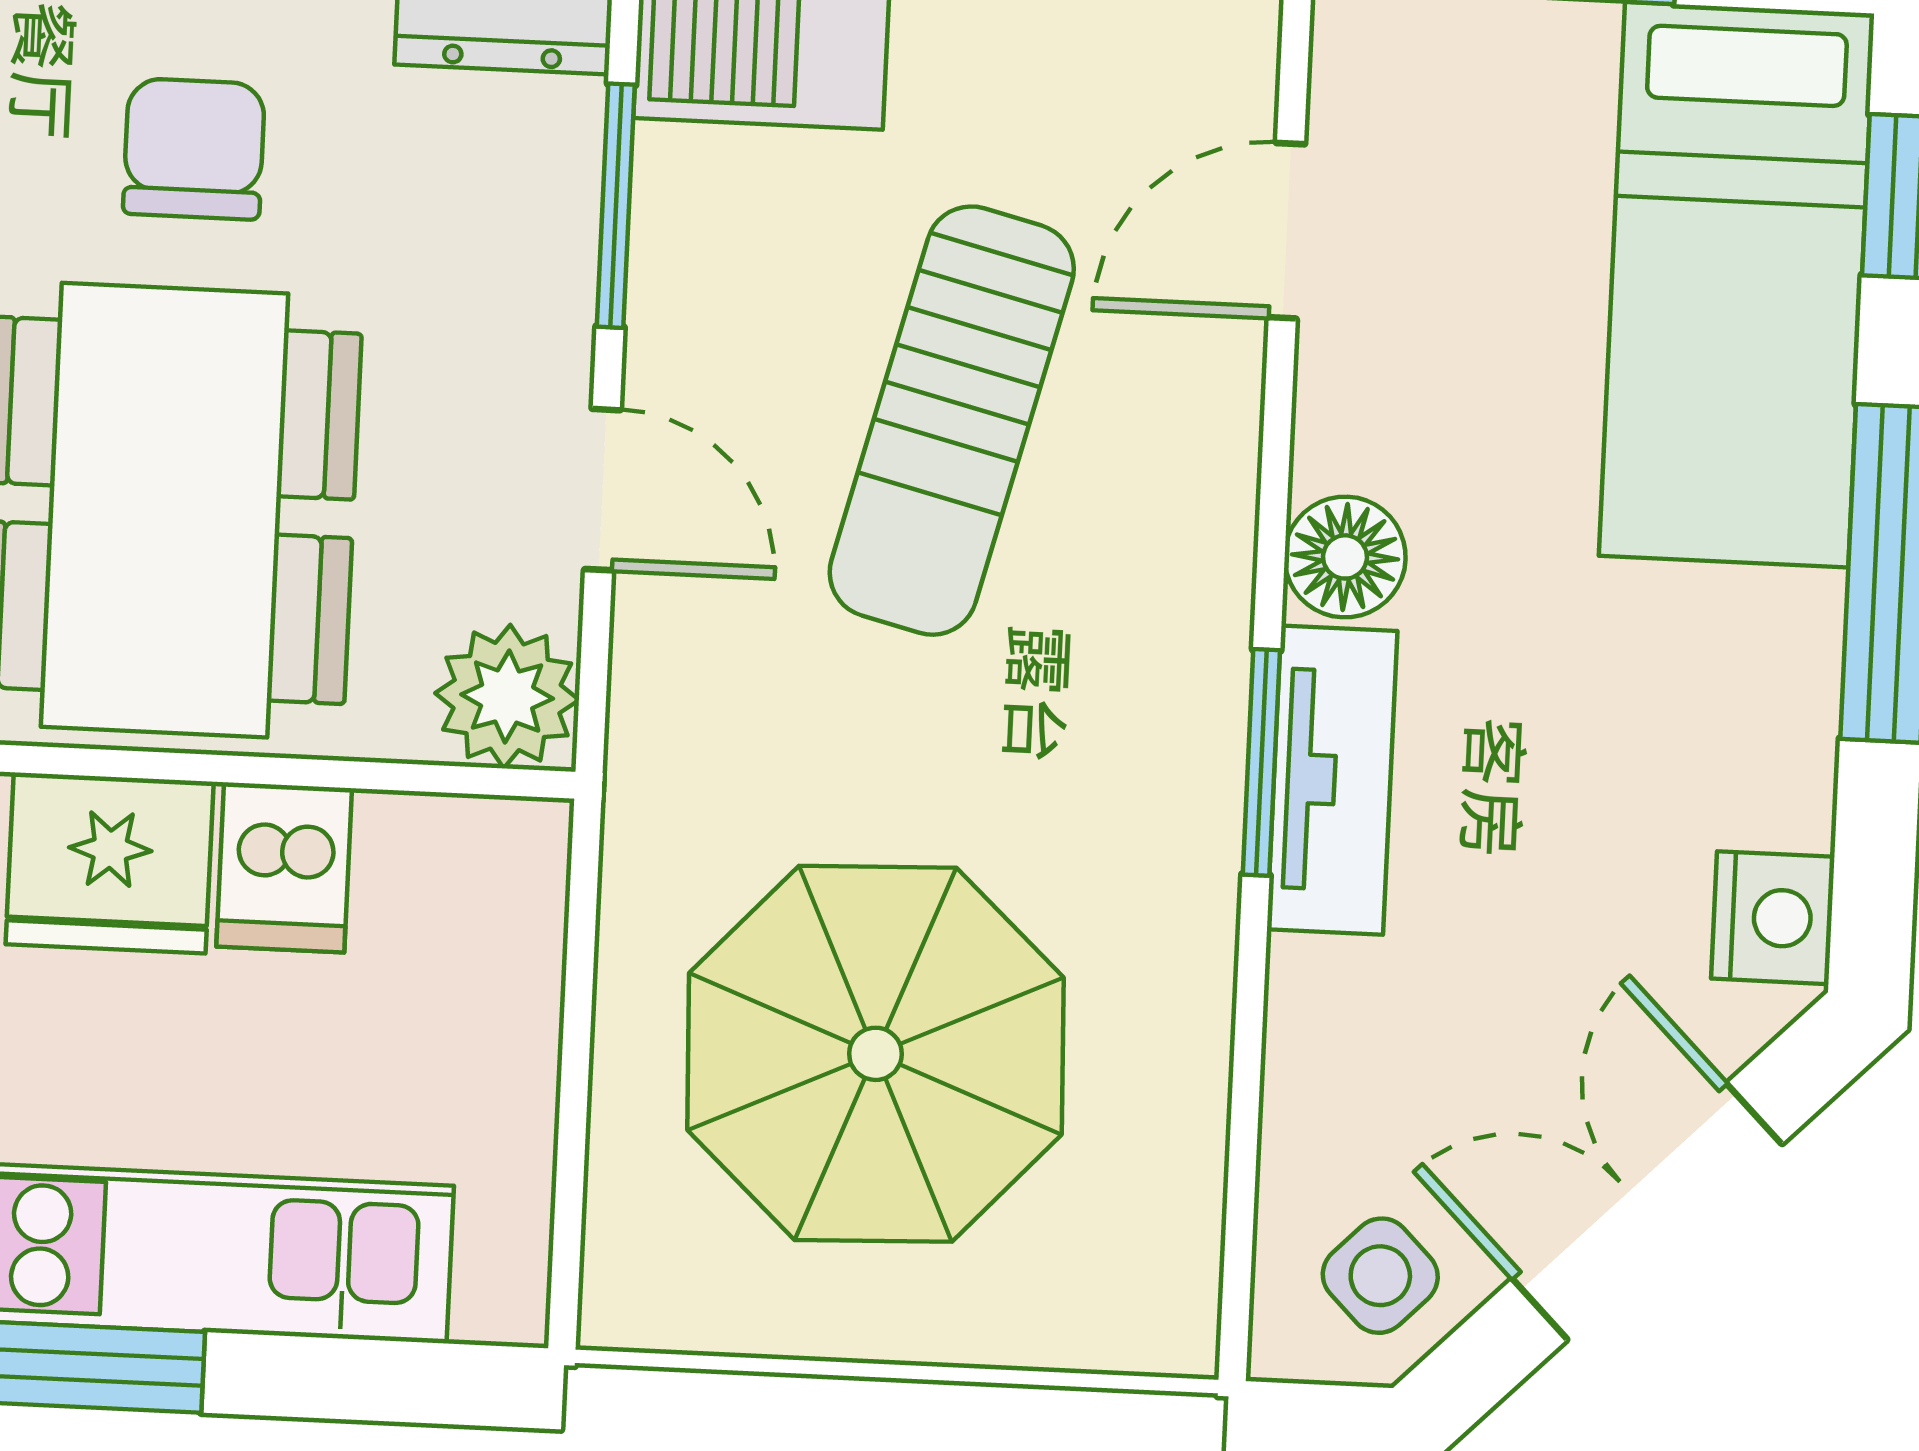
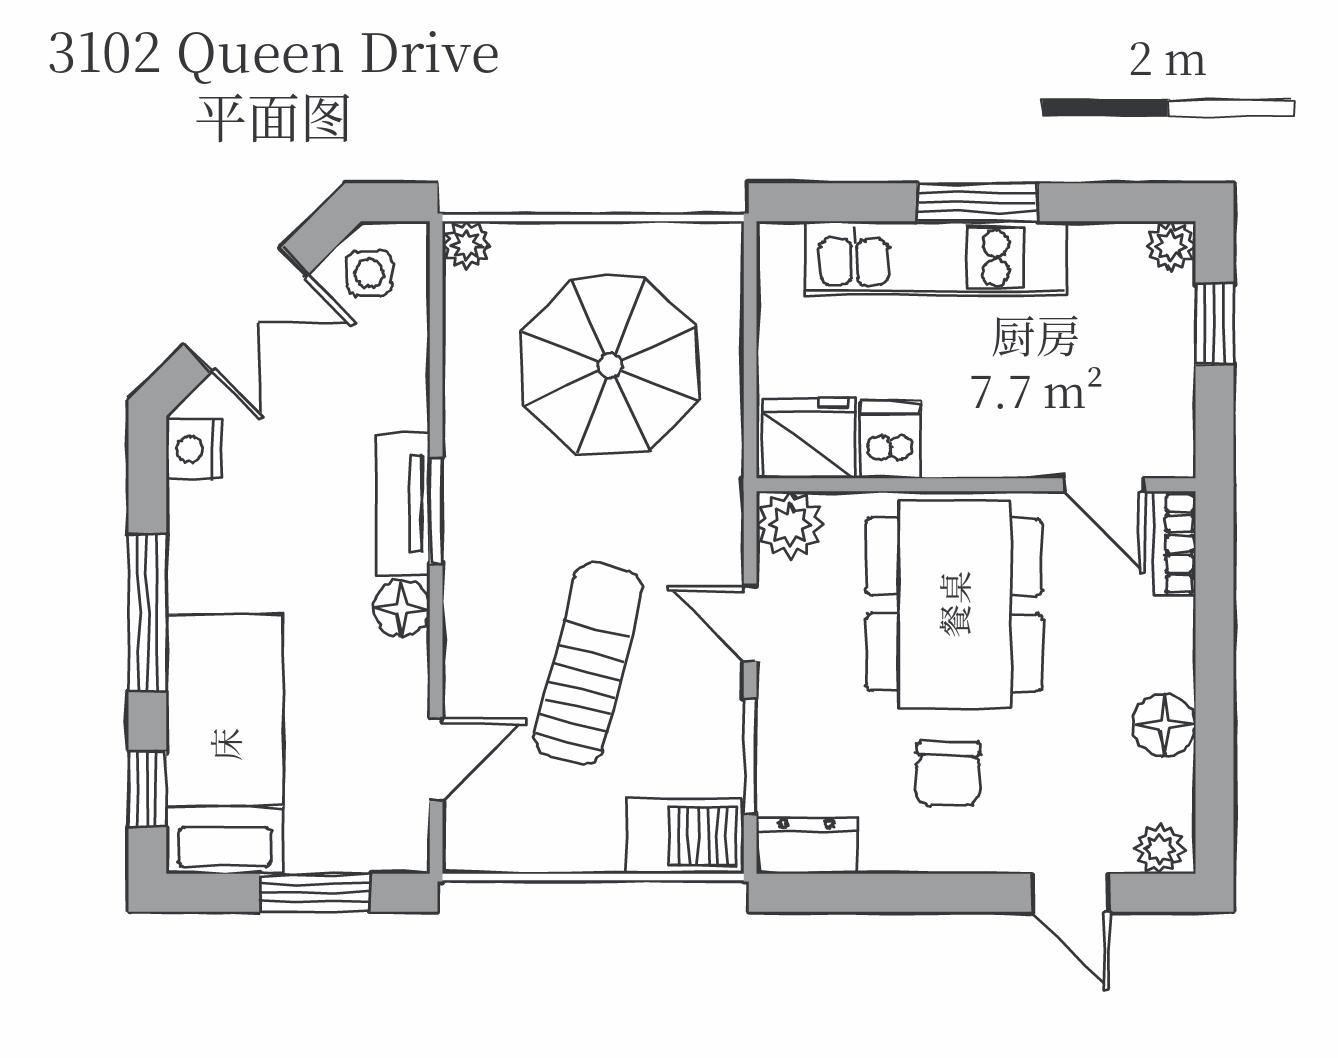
fridge: (110, 863) -> (809, 438), moved
side table: (1380, 1276) -> (369, 273), turned 45
plant: (1170, 1326) -> (466, 245), added

